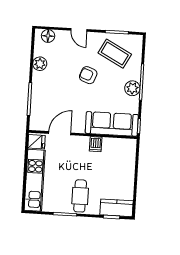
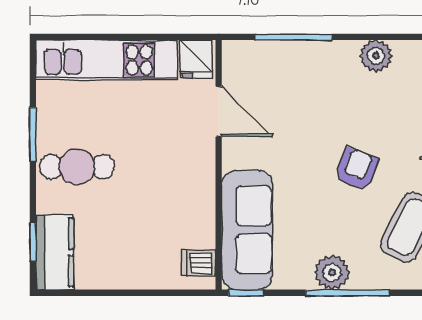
dishwasher: (96, 144) -> (198, 263), moved

